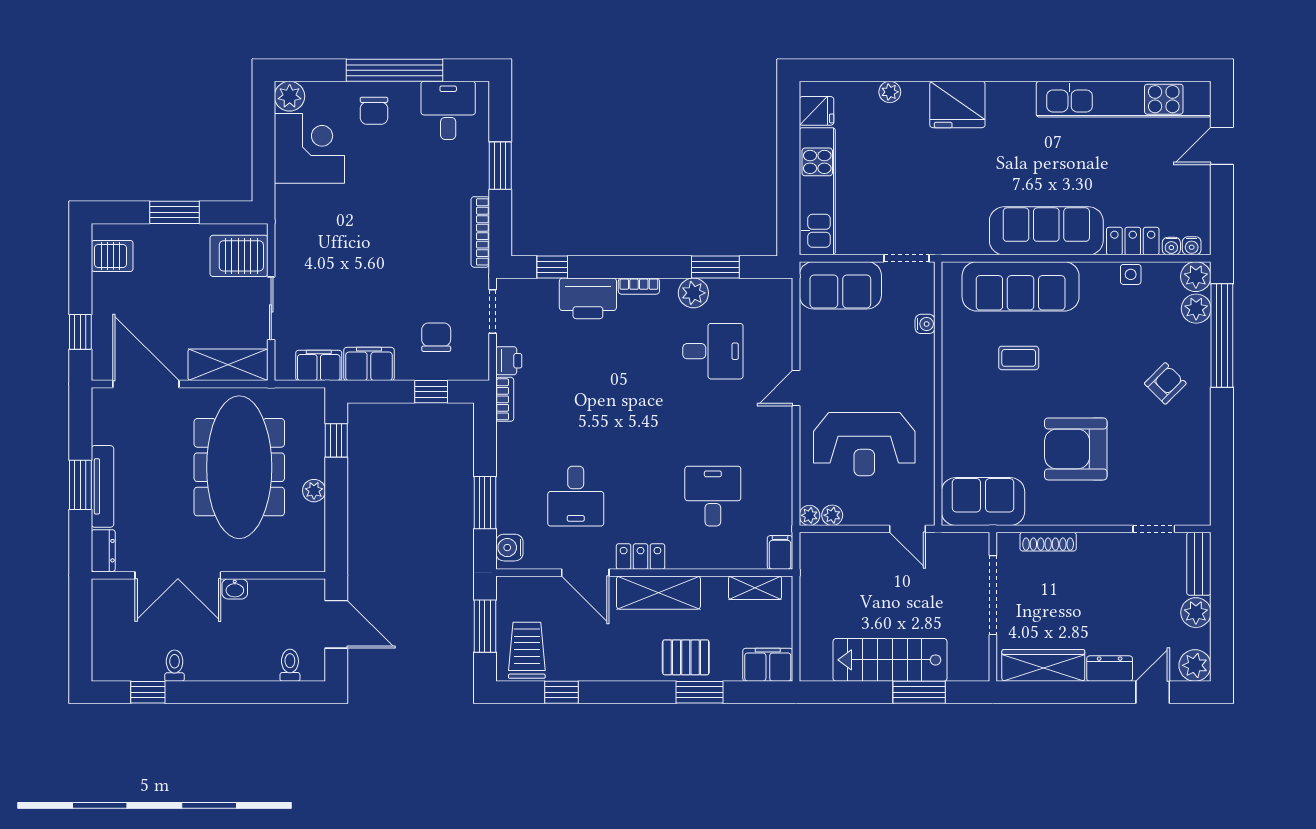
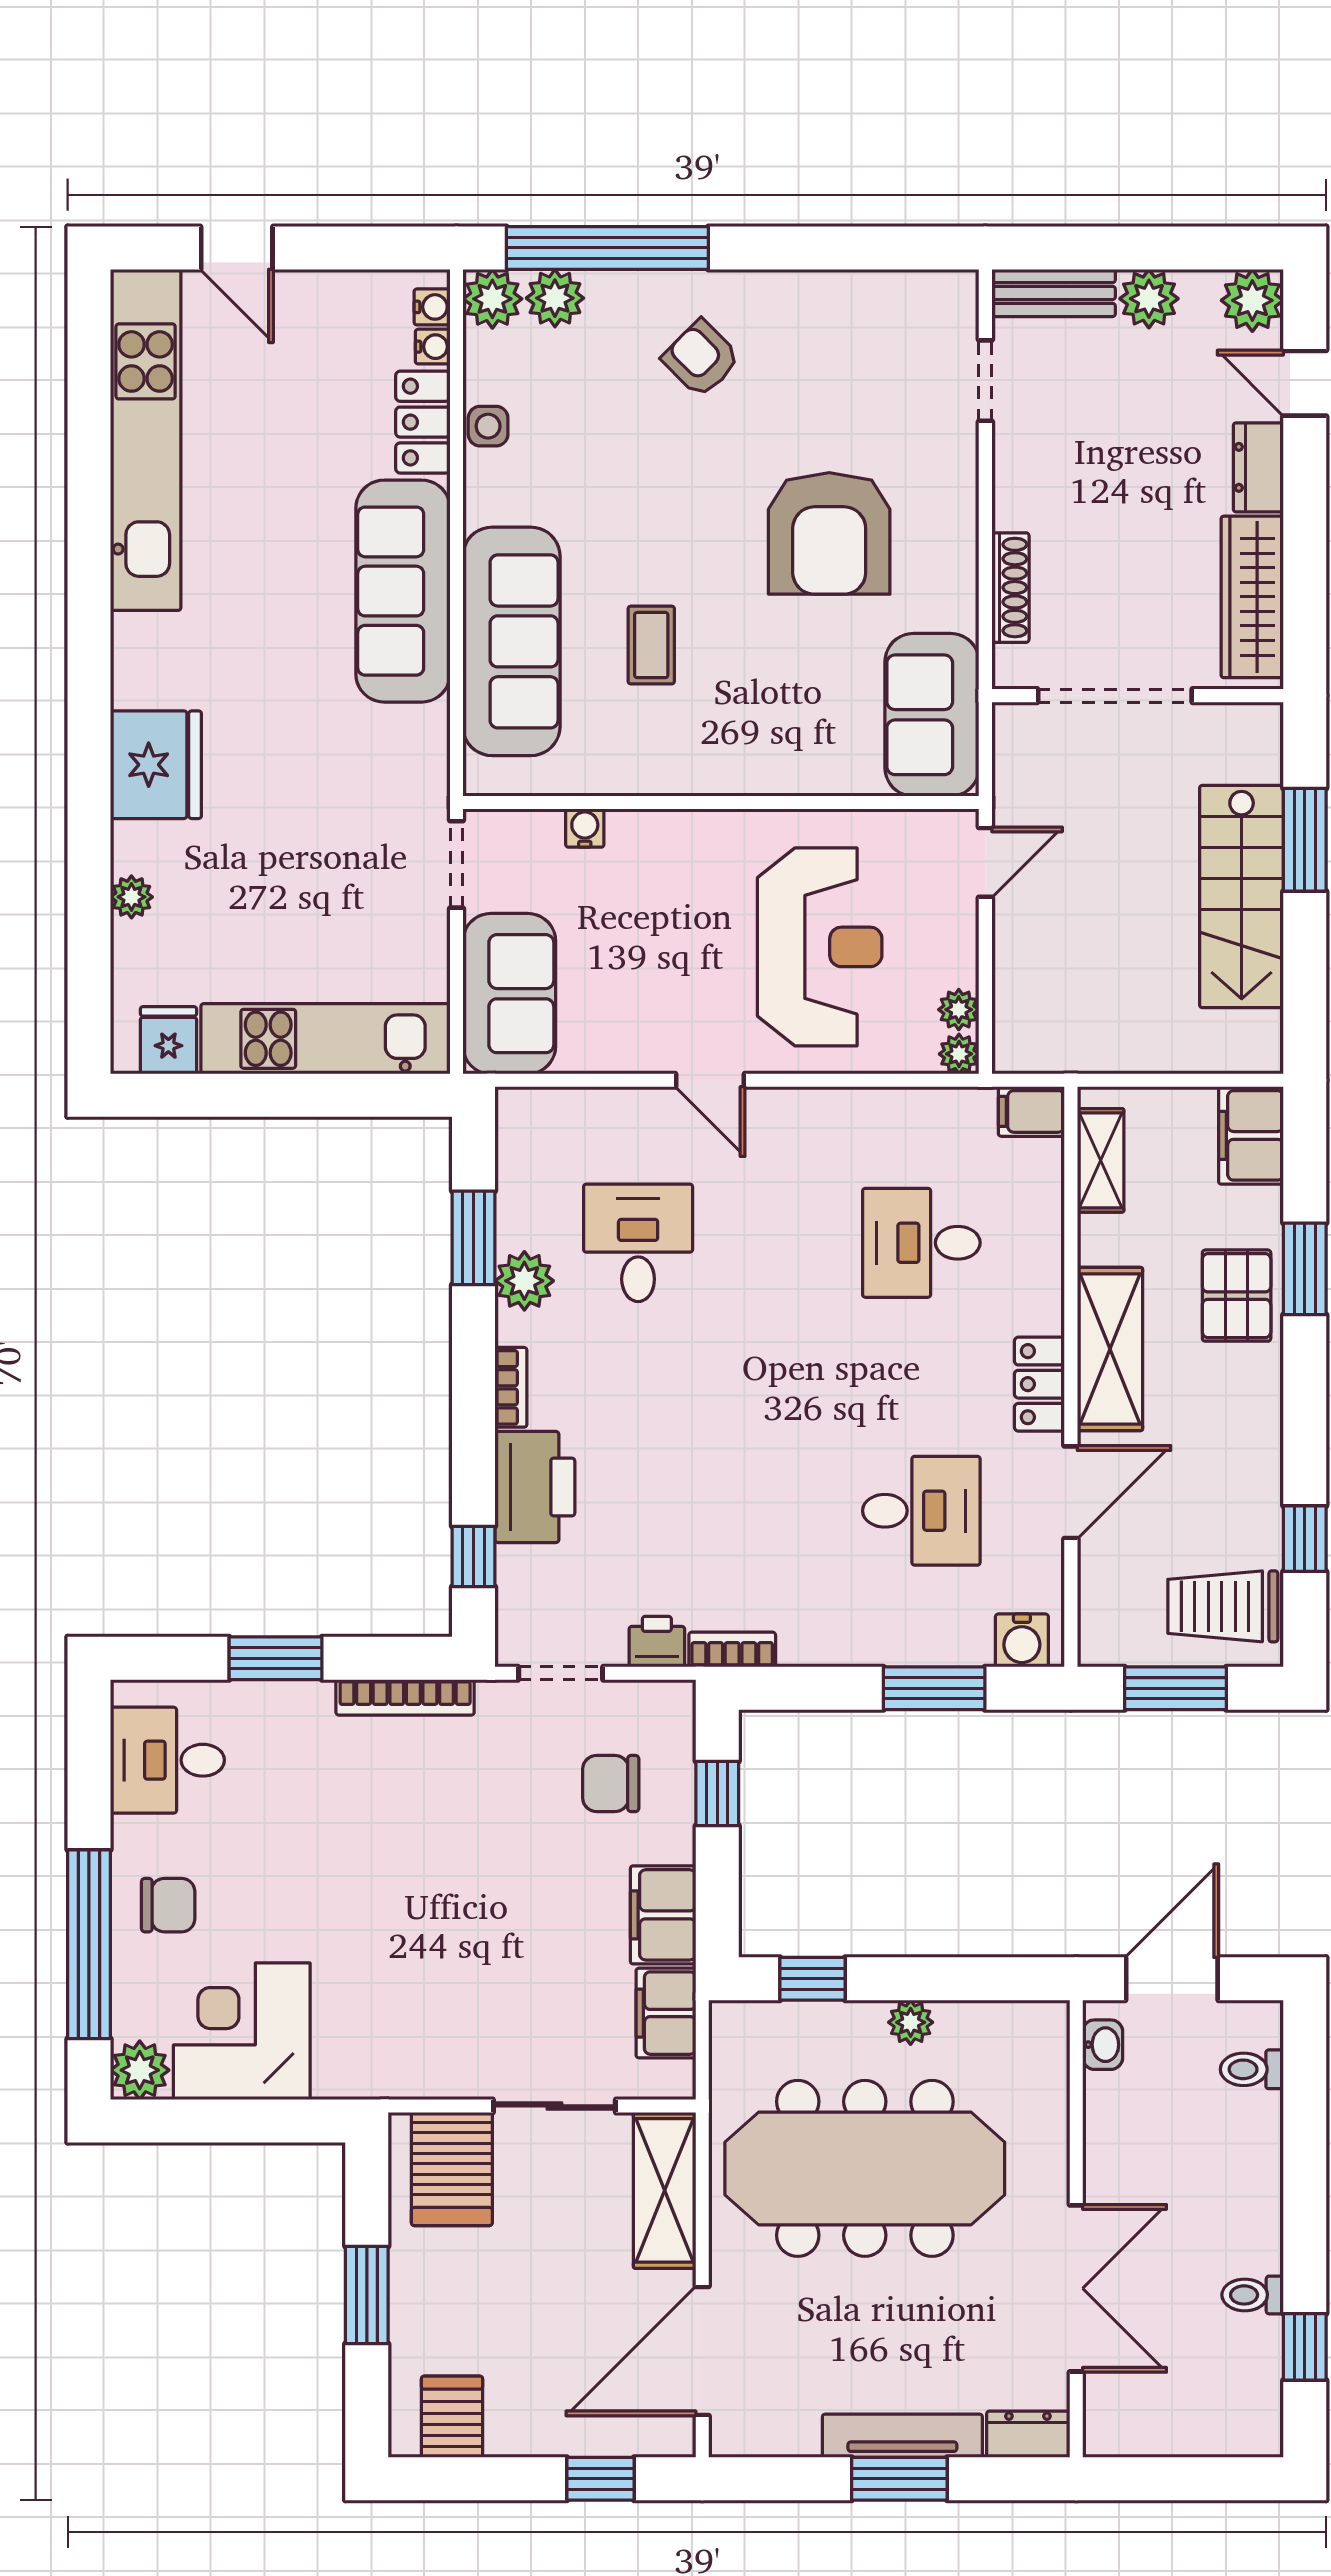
window: (395, 70) -> (89, 1944), moved
washbasin: (235, 589) -> (1103, 2045), moved

